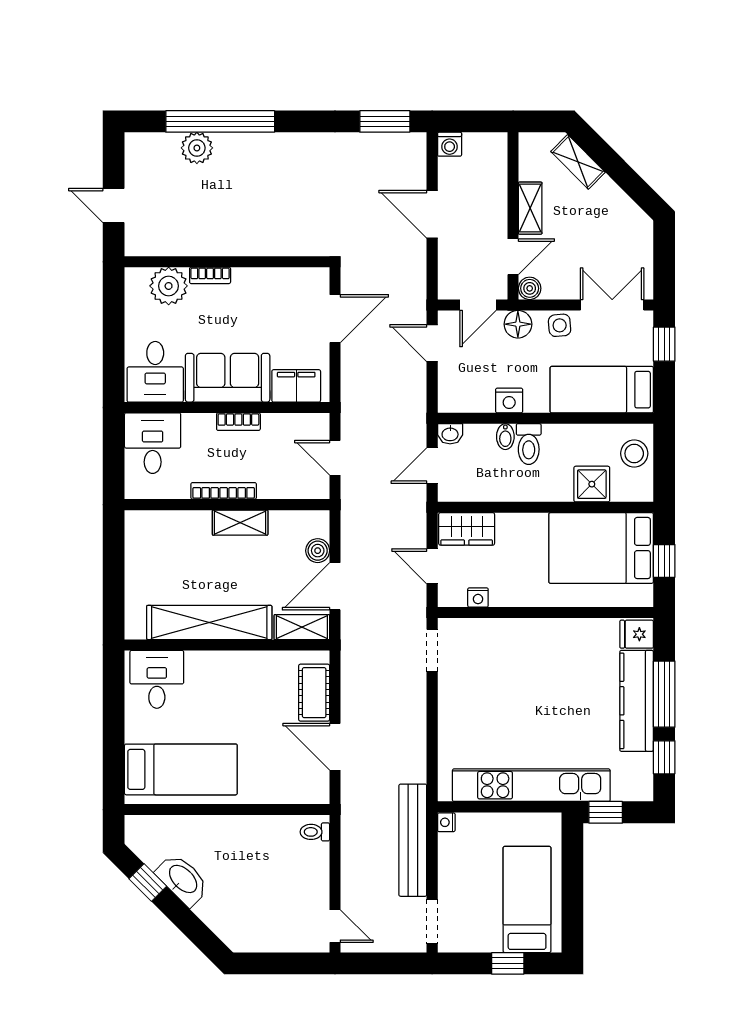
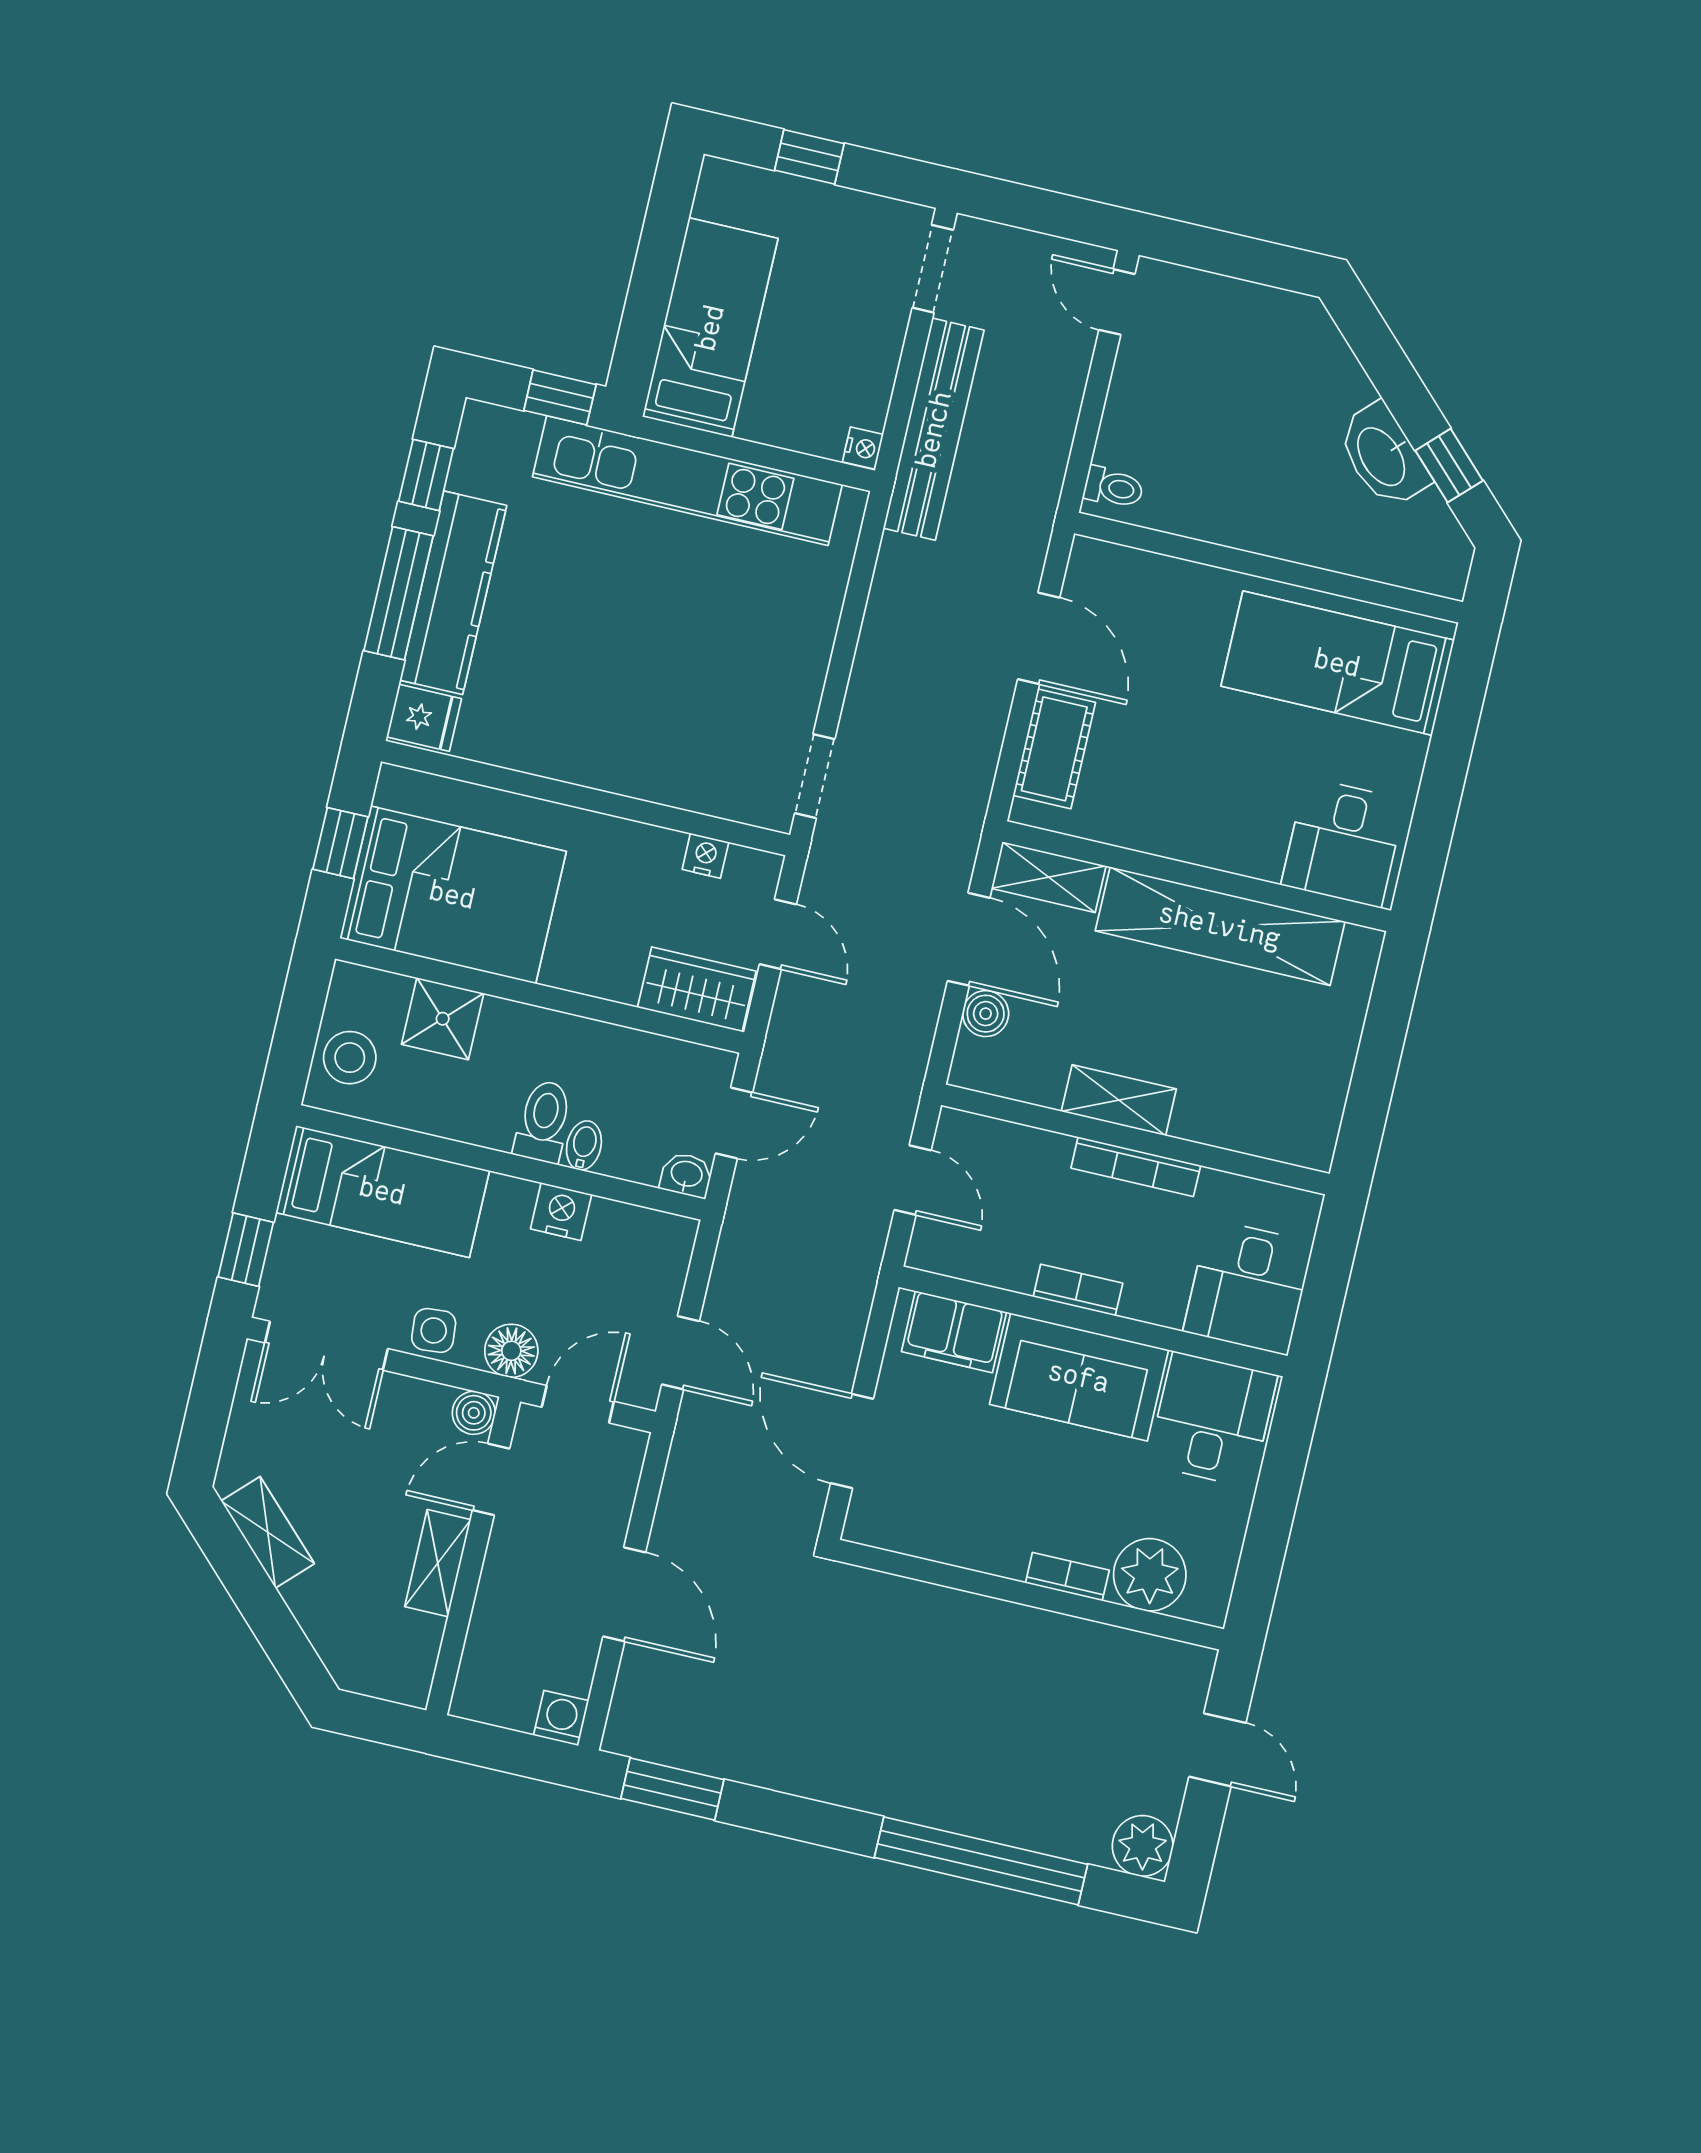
plant: (197, 148) -> (1143, 1846), moved
shelving: (578, 162) -> (268, 1532), moved
door: (335, 319) -> (852, 1441), hinge flipped
door: (335, 586) -> (969, 939), hinge flipped
bed: (527, 899) -> (710, 327), moved, turned 180

